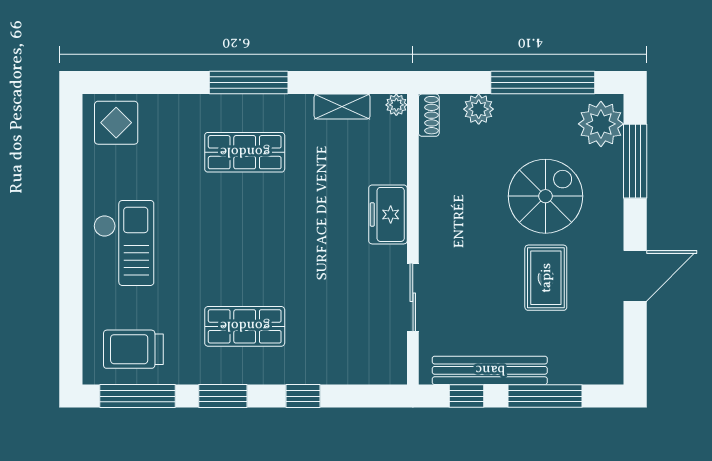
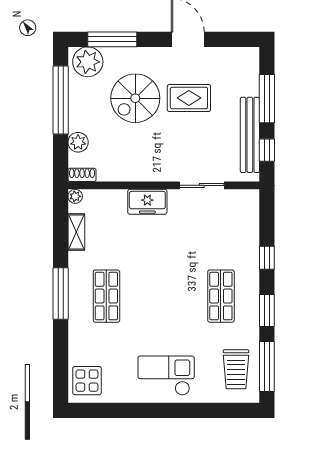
spiral stairs: (546, 196) -> (135, 98), turned -90

